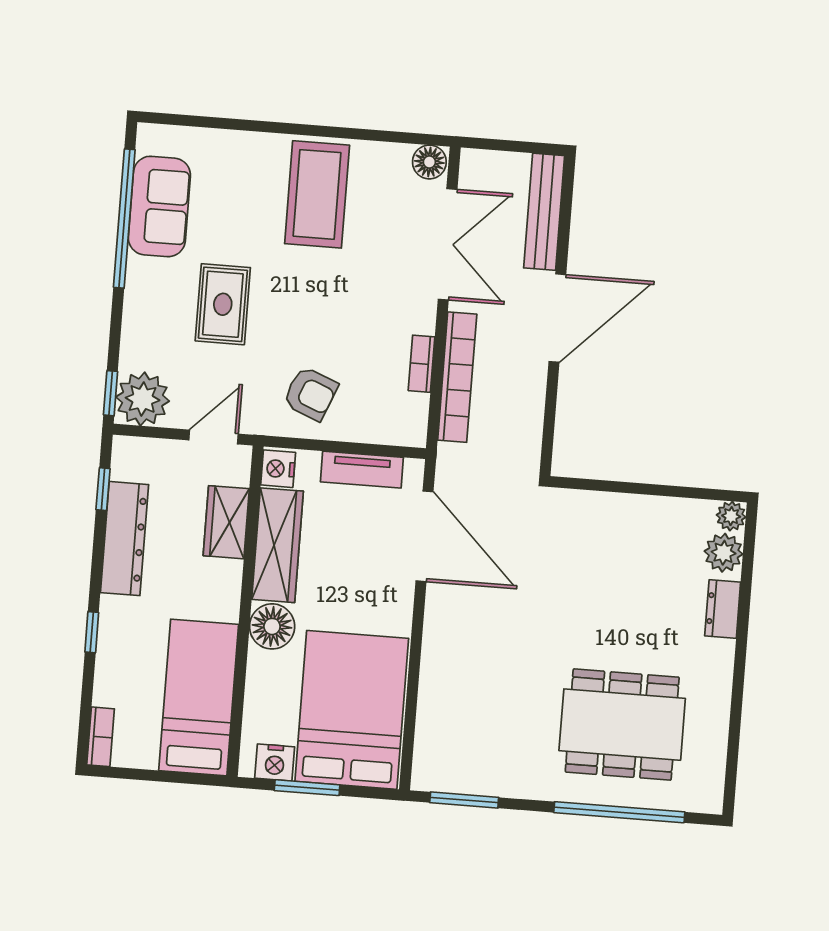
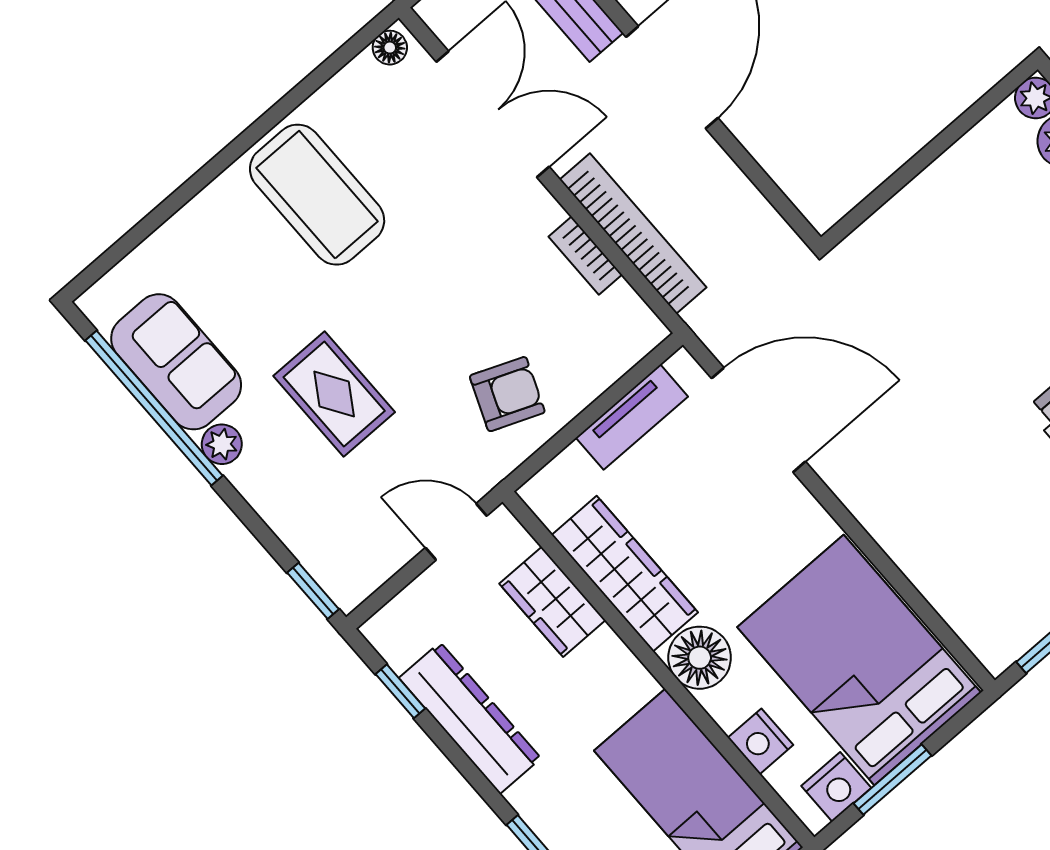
floor lamp: (429, 162) -> (390, 48), width x0.73, depth x0.73
plant: (143, 399) -> (222, 444), moved, width x0.53, depth x0.53
door: (214, 437) -> (456, 532), hinge flipped
nightstand: (278, 469) -> (761, 741), moved

